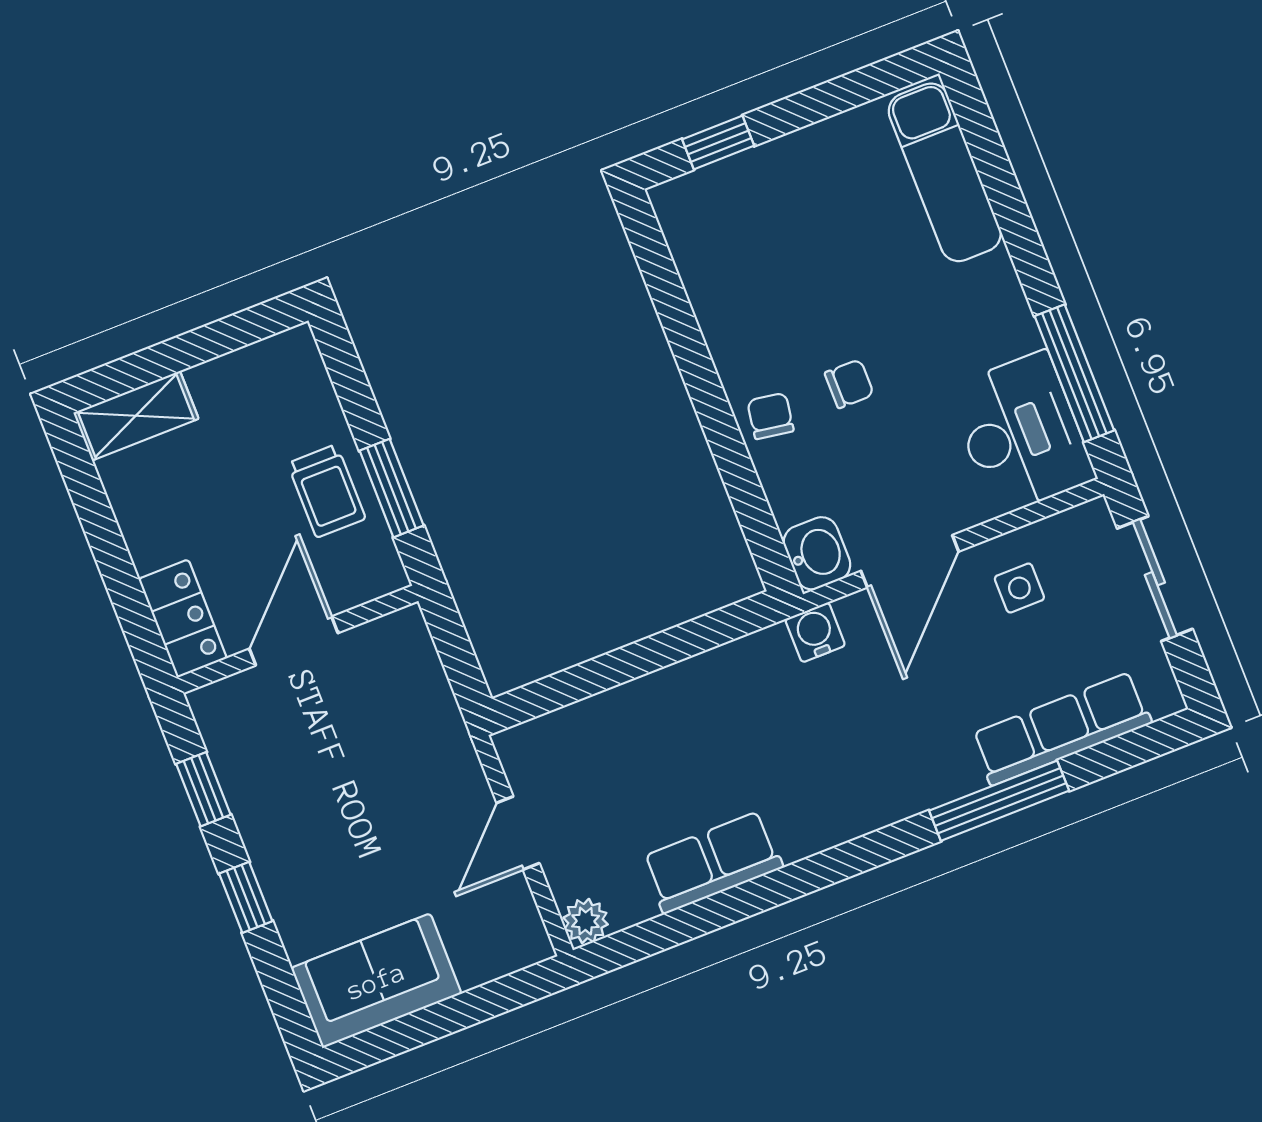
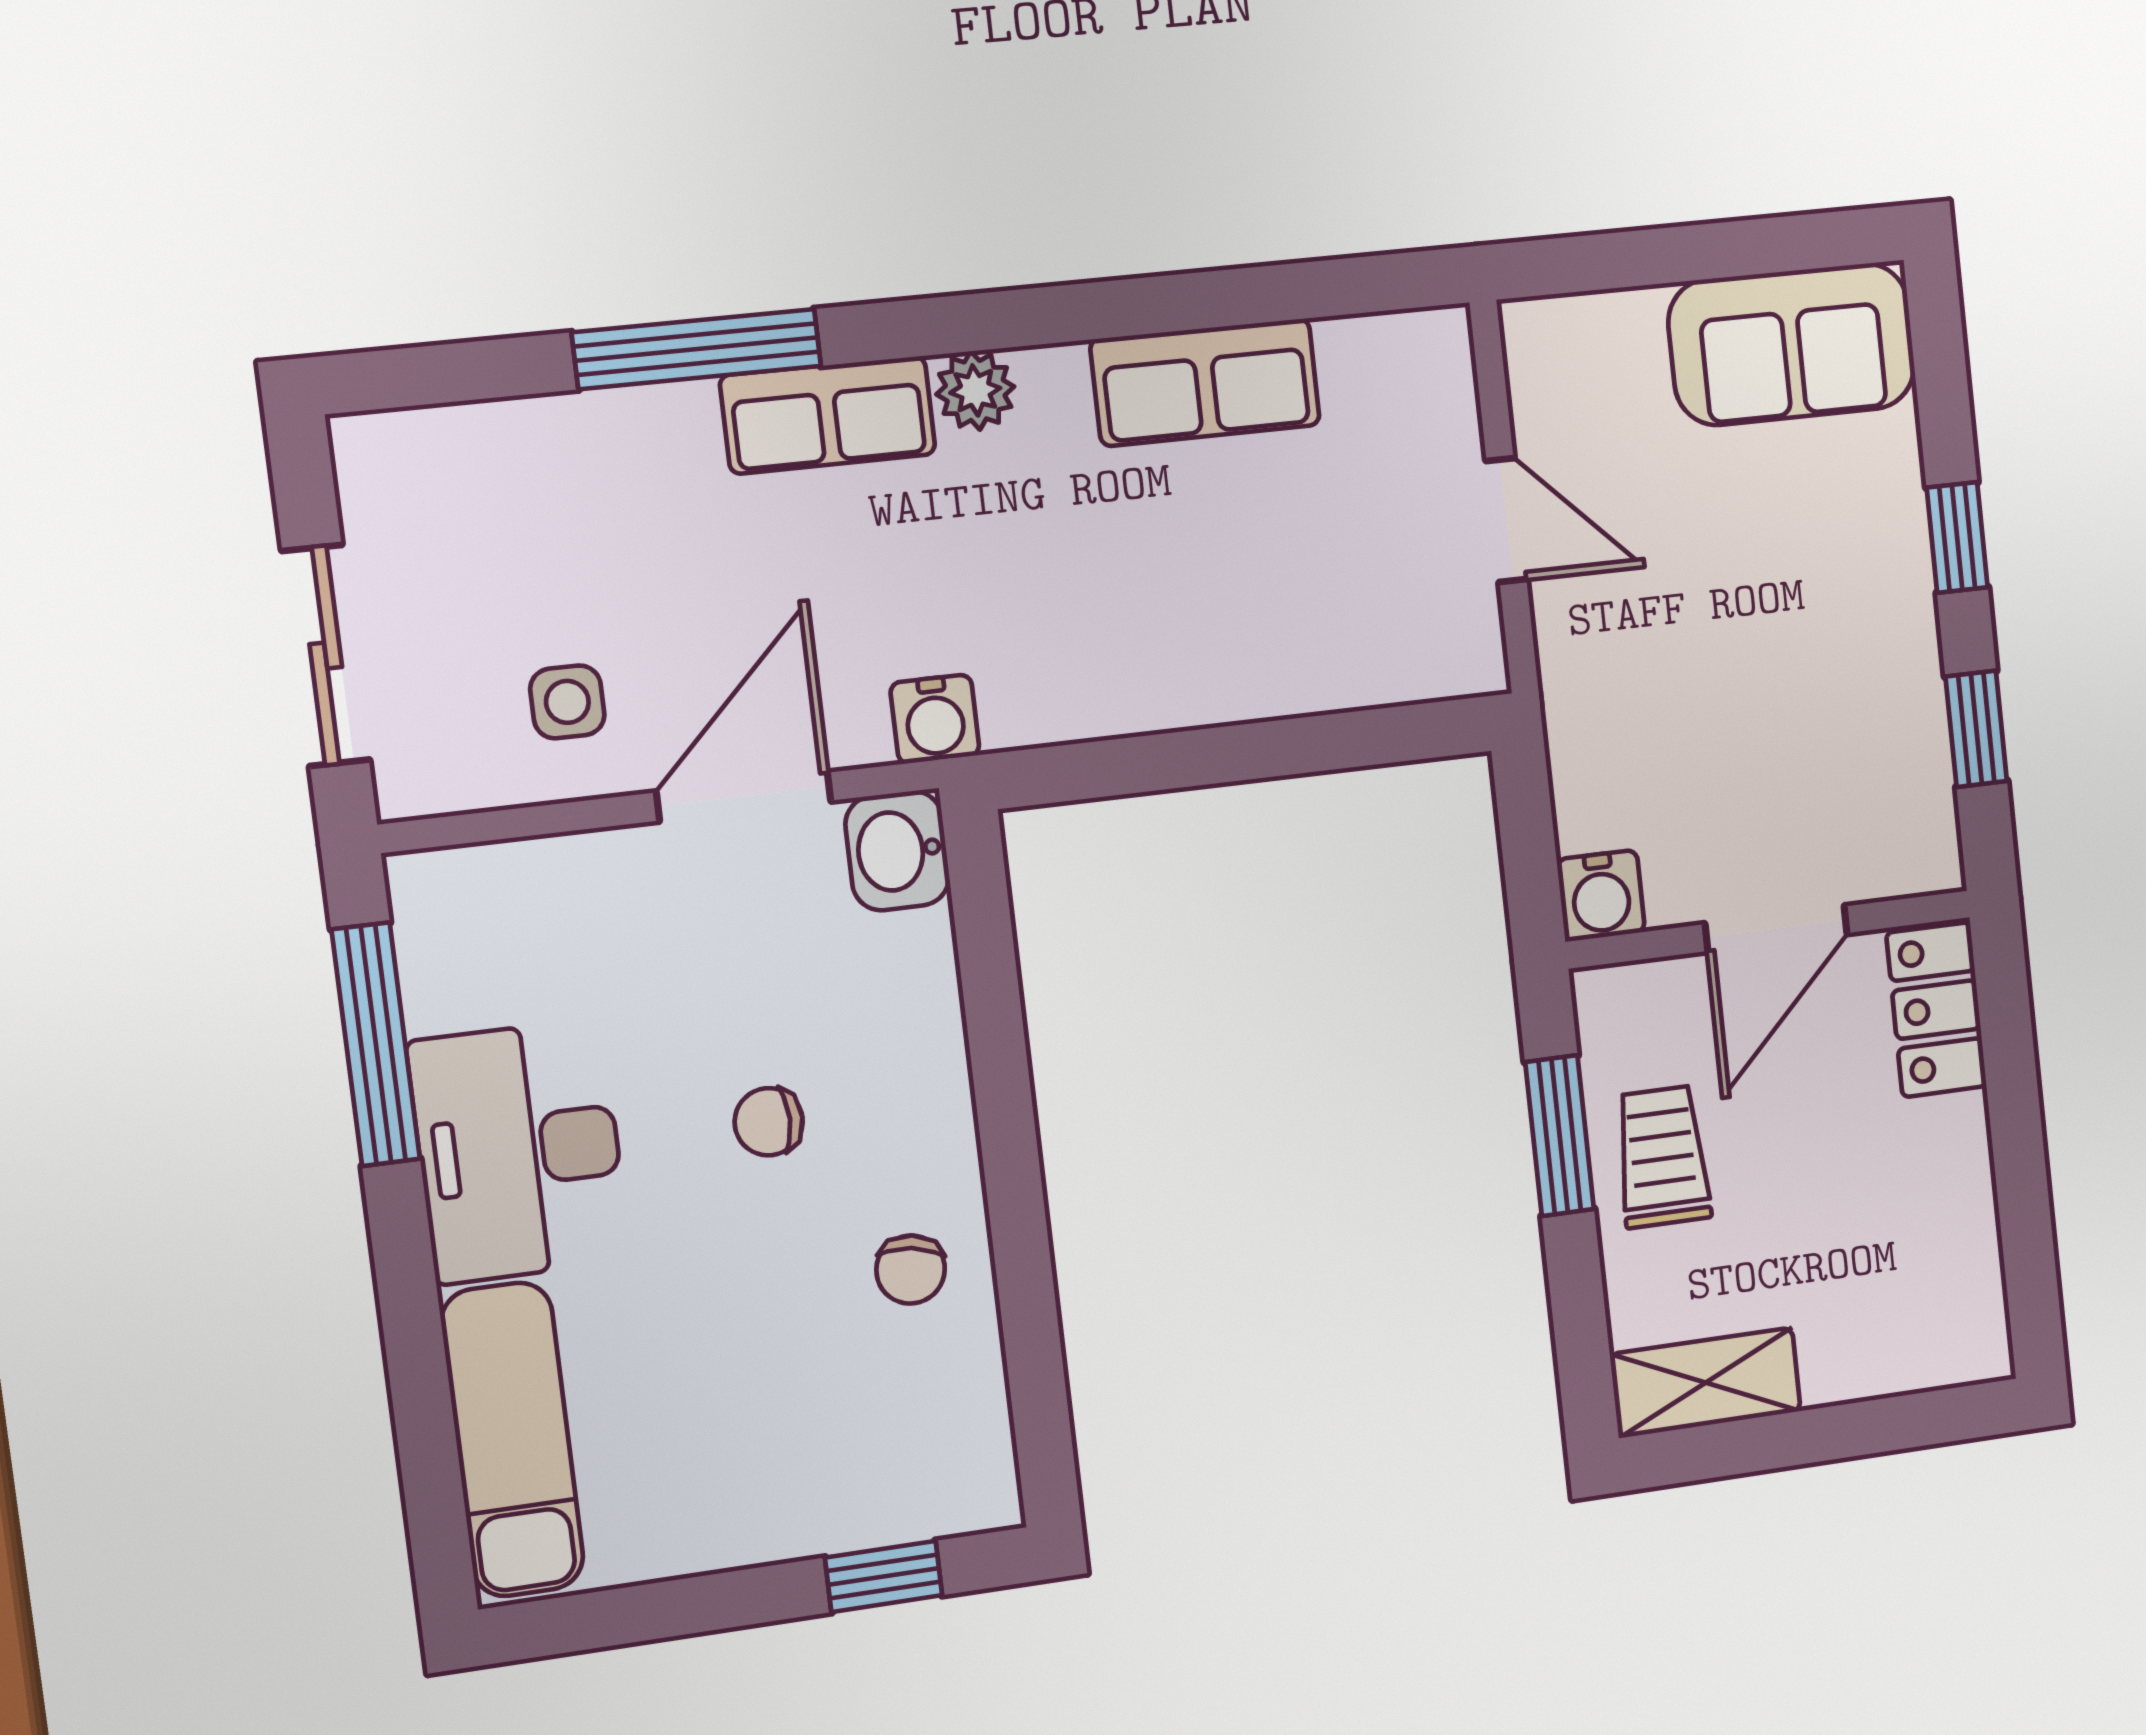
shelving: (136, 416) -> (1706, 1383), moved
chair: (770, 416) -> (911, 1270), moved
desk: (1021, 433) -> (519, 1151), moved
water cooler: (404, 633) -> (1601, 896), added
row of seats: (1061, 729) -> (828, 415), moved, width x0.68
door: (518, 833) -> (1507, 520), hinge flipped
plant: (586, 921) -> (975, 390), moved

